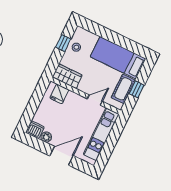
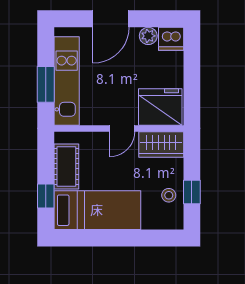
window: (137, 89) -> (46, 196), moved
fridge: (59, 94) -> (160, 107), width x1.88, depth x1.34
door: (95, 100) -> (122, 128), moved
window: (113, 138) -> (46, 84), added

